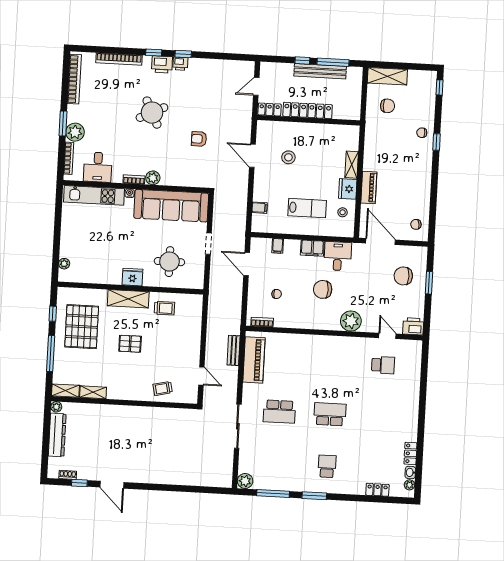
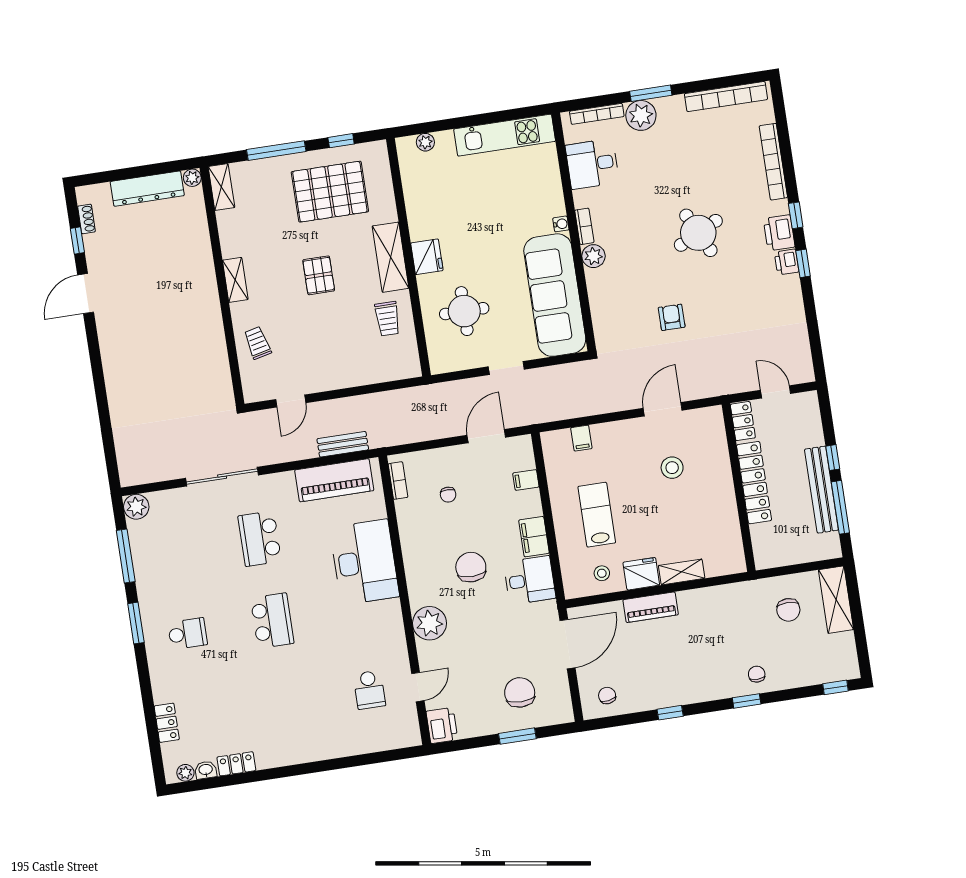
window: (434, 189) -> (670, 713), added
kitchen unit: (94, 195) -> (505, 135), moved, turned -90
lab bench: (307, 208) -> (597, 515), turned 180
desk: (306, 352) -> (364, 562), added
shelving: (93, 392) -> (235, 280), moved

